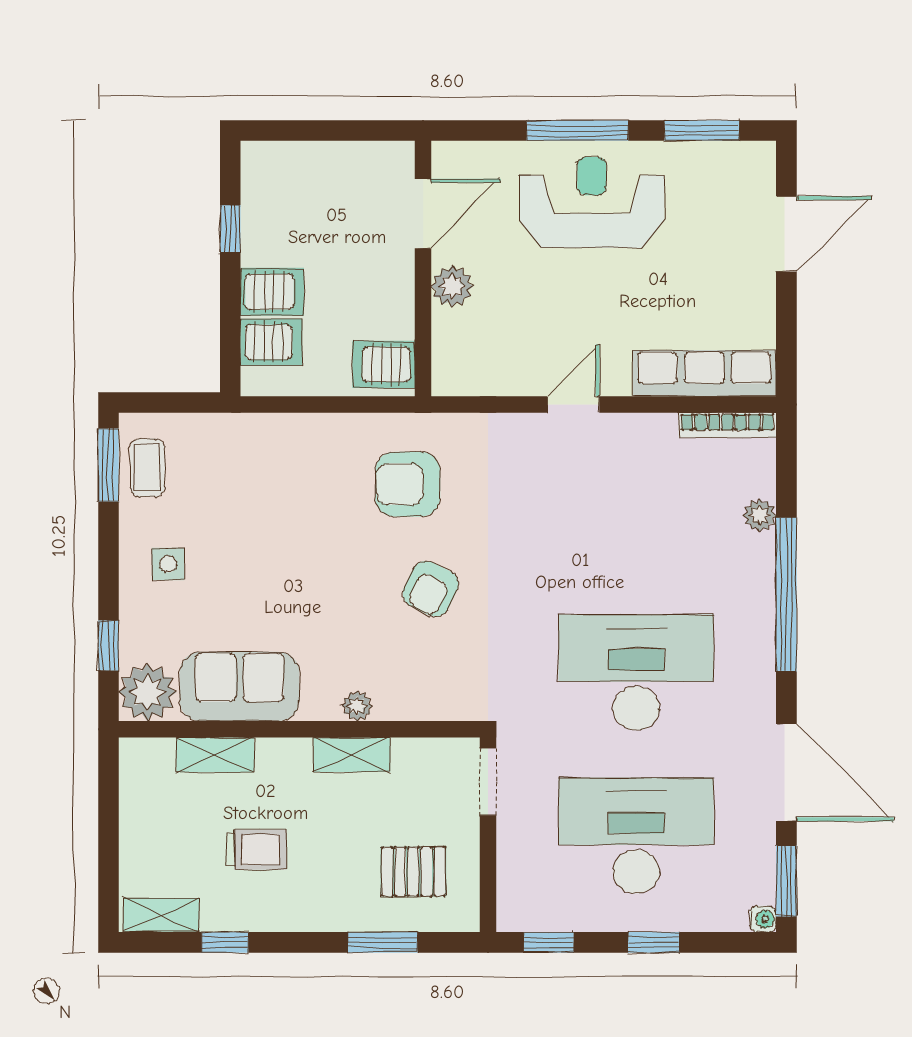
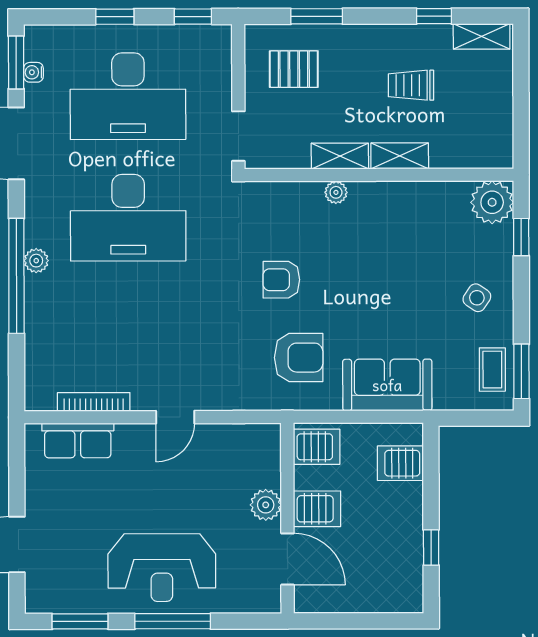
door: (423, 214) -> (287, 559), swing flipped
server rack: (272, 292) -> (317, 509), moved, turned 180
row of seats: (704, 373) -> (78, 441), width x0.68
bookcase: (727, 425) -> (94, 402), moved
plant: (760, 515) -> (36, 261), moved
side table: (168, 564) -> (477, 298), turned 34
armchair: (431, 589) -> (281, 280), turned -116
sofa: (239, 687) -> (387, 385), moved, turned 180
shelving: (215, 755) -> (400, 156), moved
water cooler: (763, 919) -> (33, 72), moved

